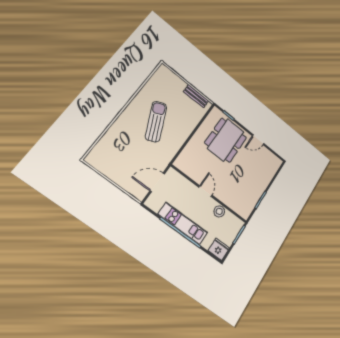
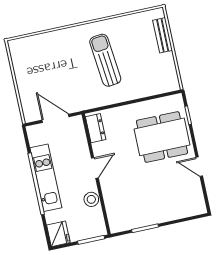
bench: (196, 96) -> (163, 35), moved
sun lounger: (156, 122) -> (105, 60), turned -72
dresser: (186, 167) -> (96, 128), added

